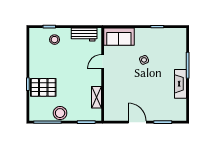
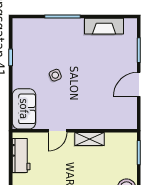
door: (103, 62) -> (58, 131), hinge flipped
fireplace: (180, 84) -> (104, 26), moved
shelving: (96, 97) -> (90, 139), moved

